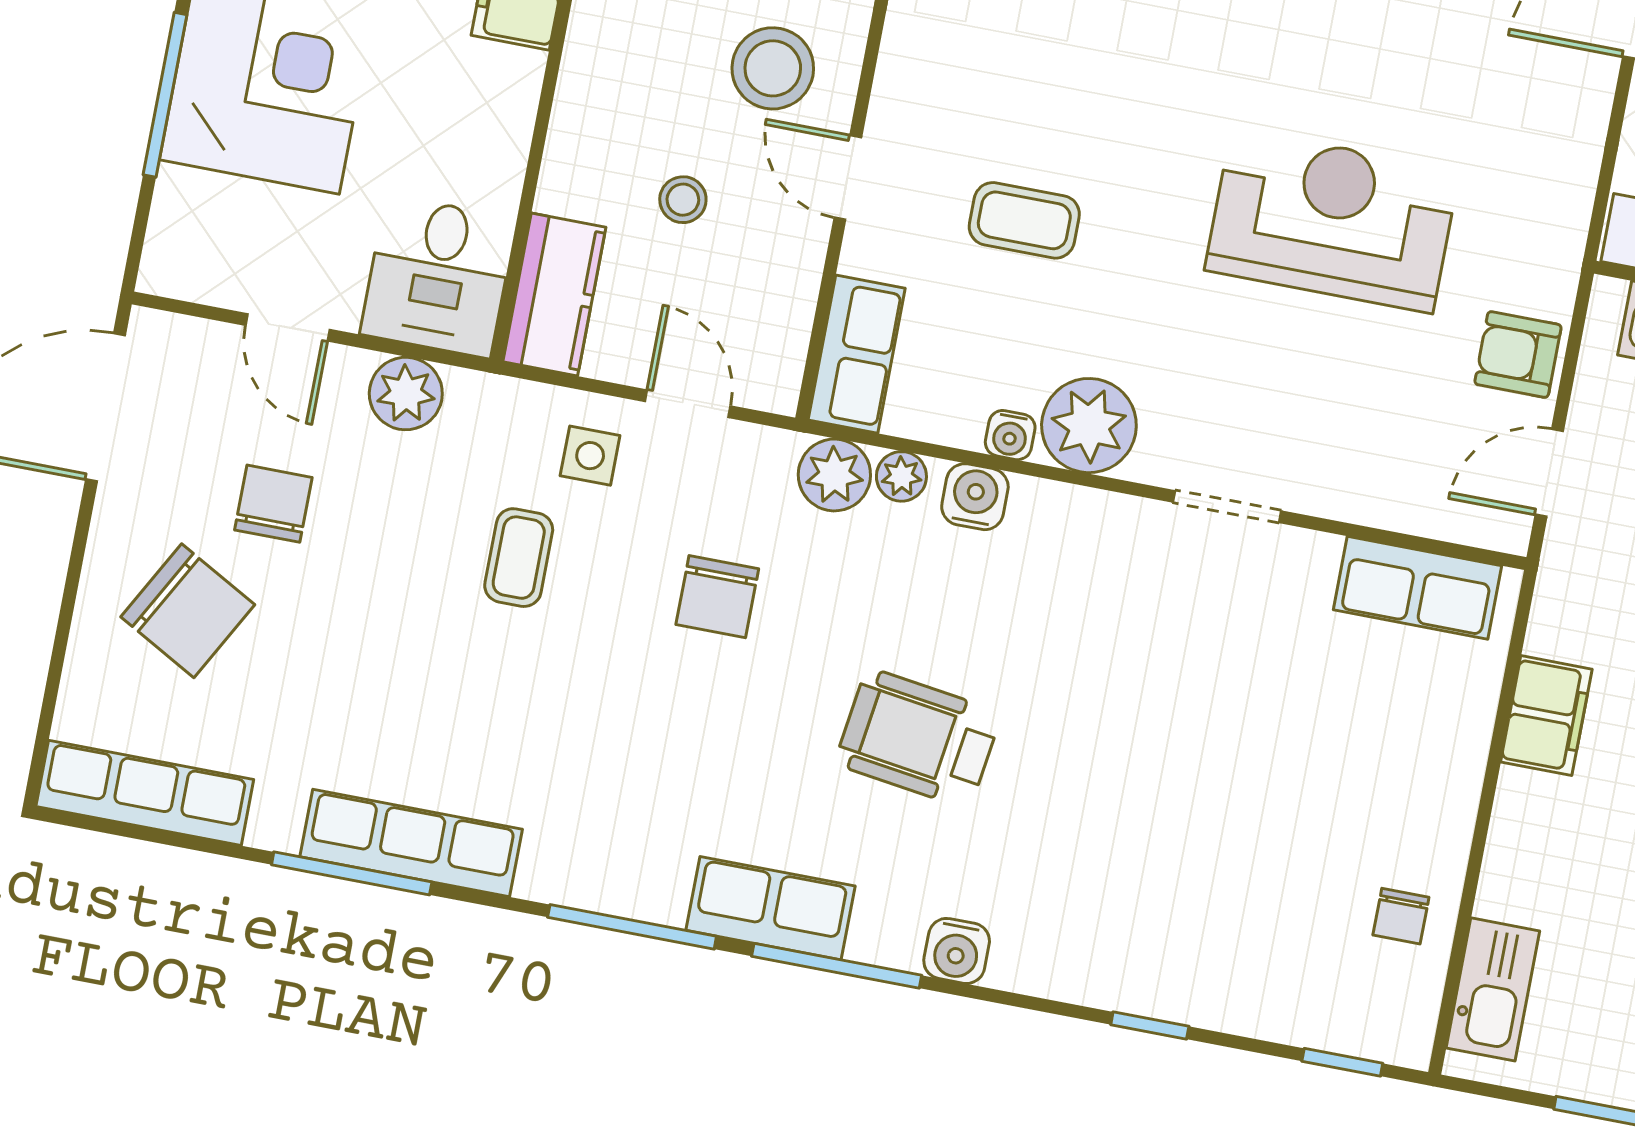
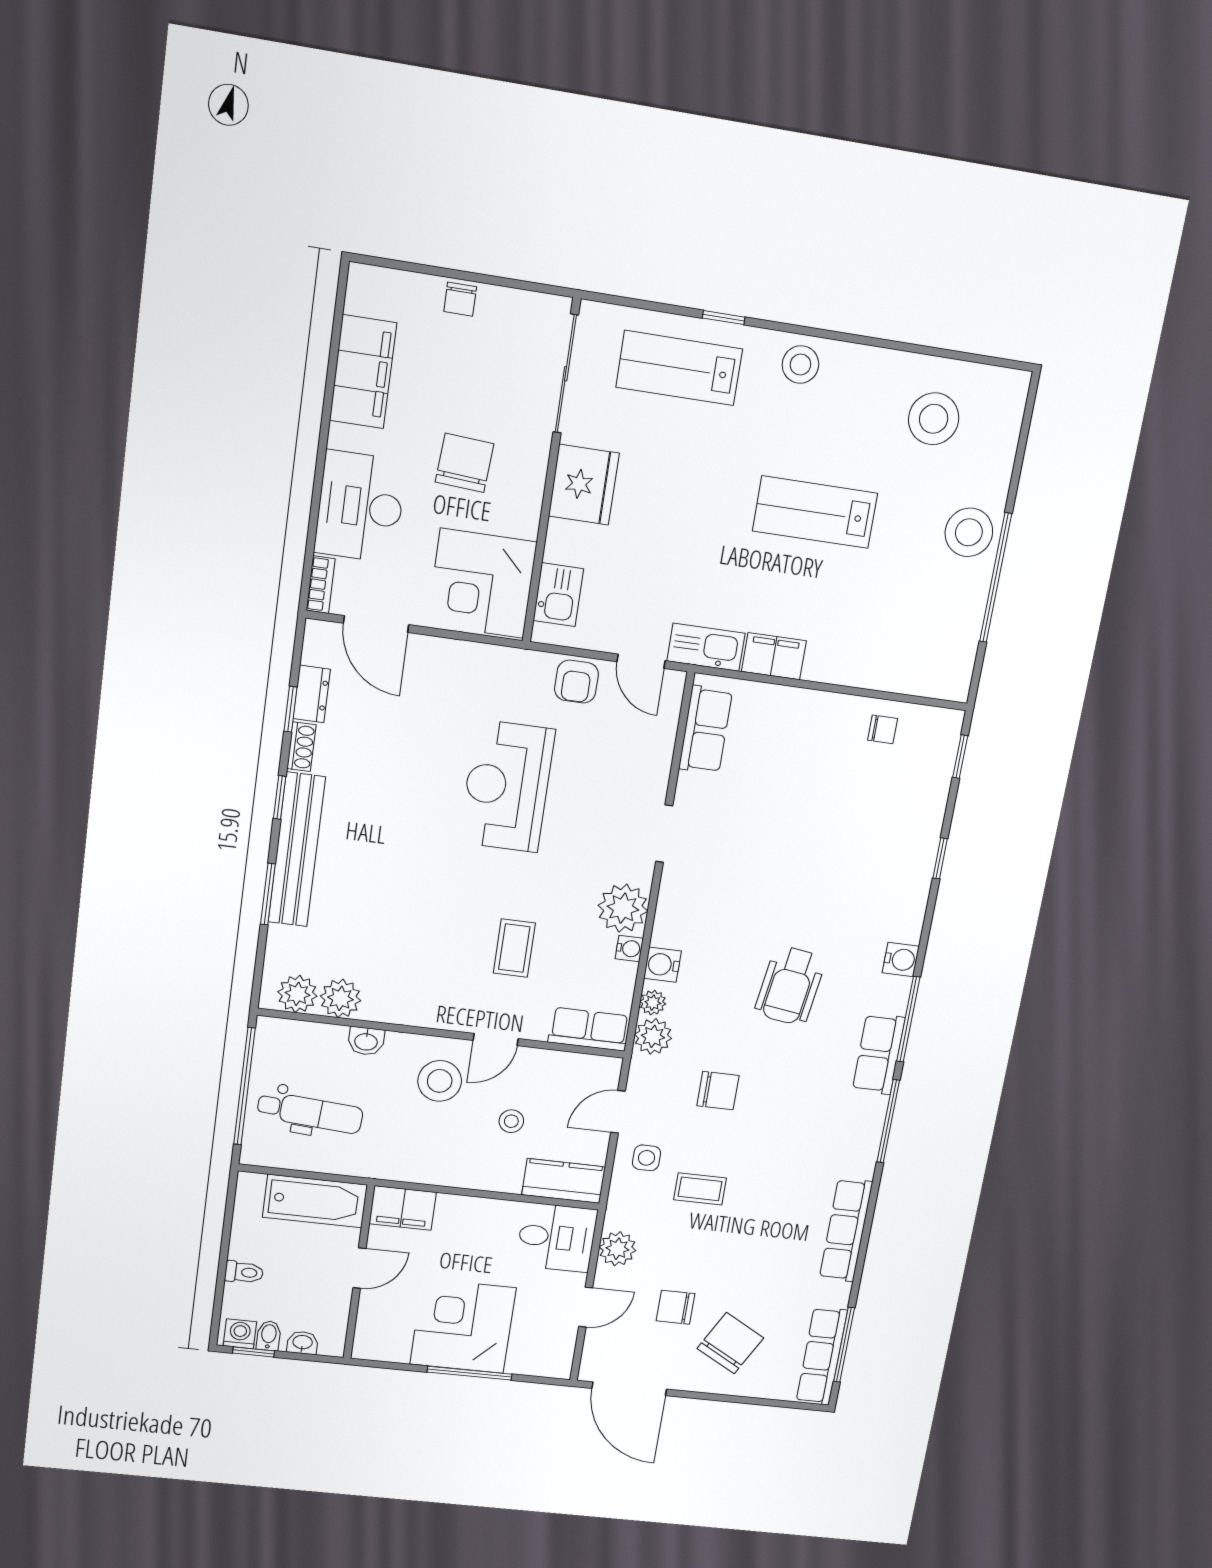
window: (352, 873) -> (844, 1345), moved
kitchen sink: (1493, 989) -> (706, 647), moved

